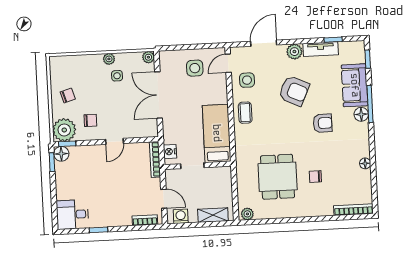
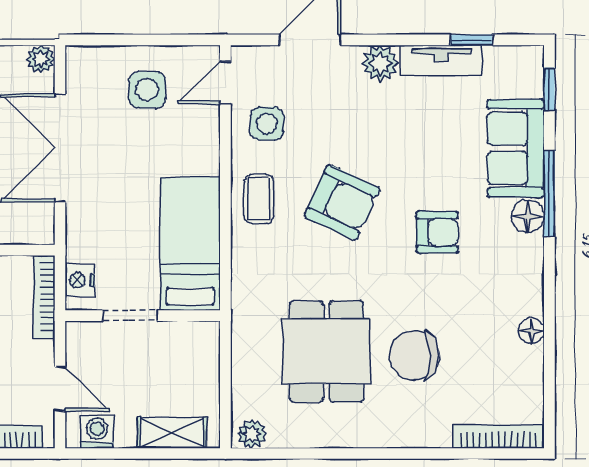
armchair: (294, 91) -> (342, 202), moved
chair: (315, 177) -> (414, 355), width x1.87, depth x1.87

